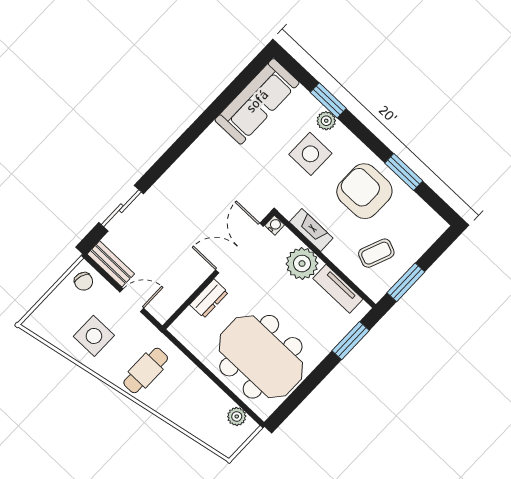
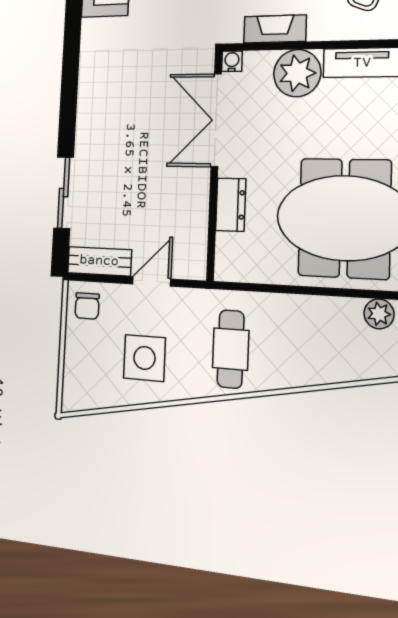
chair: (84, 281) -> (87, 306), turned 73

